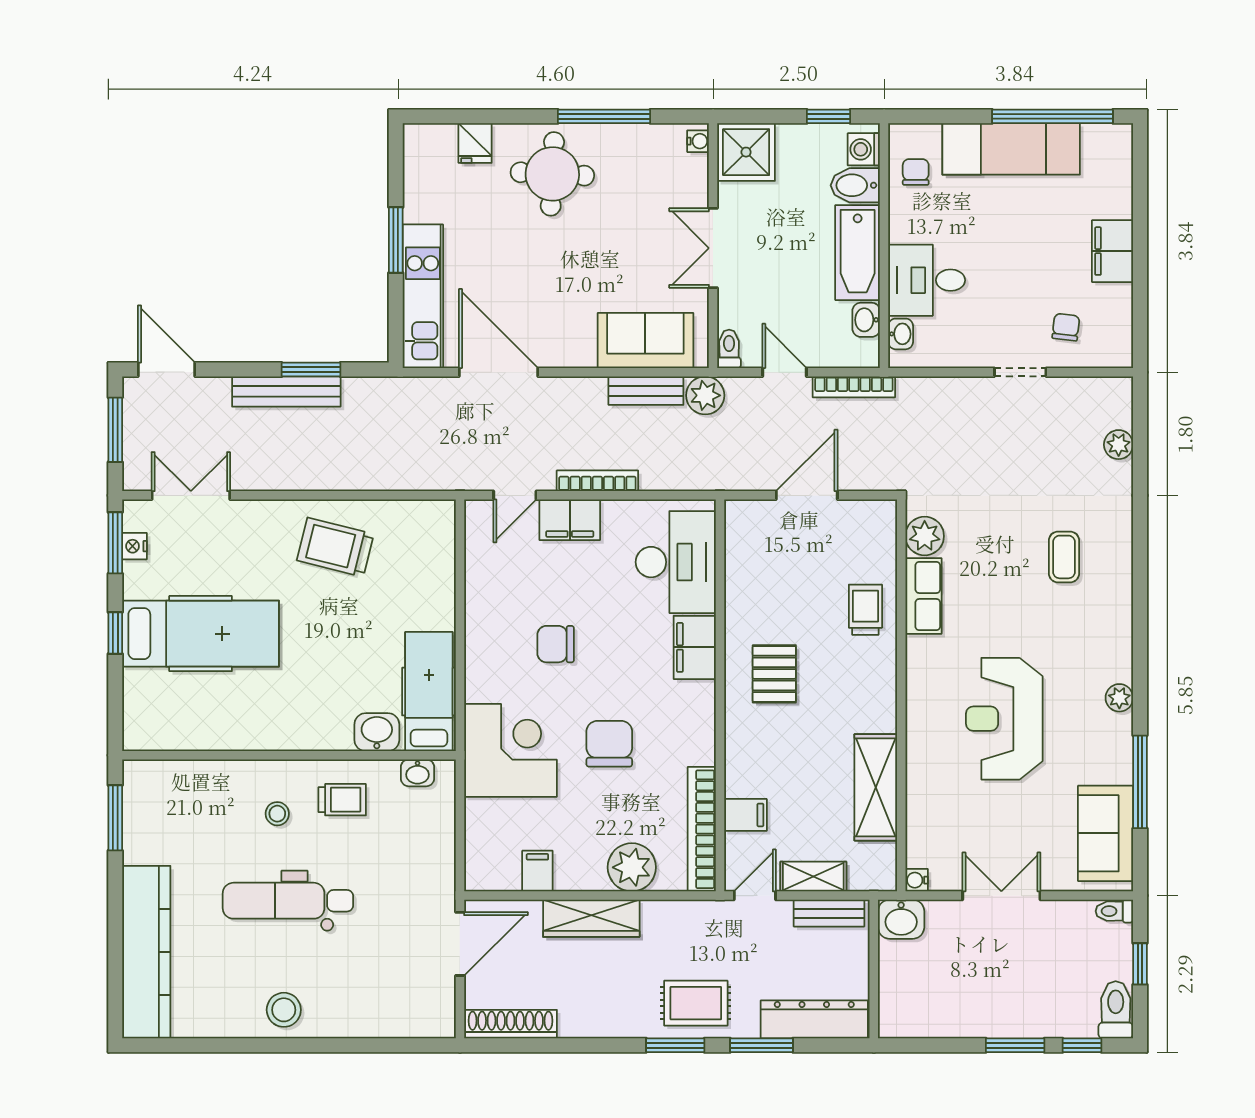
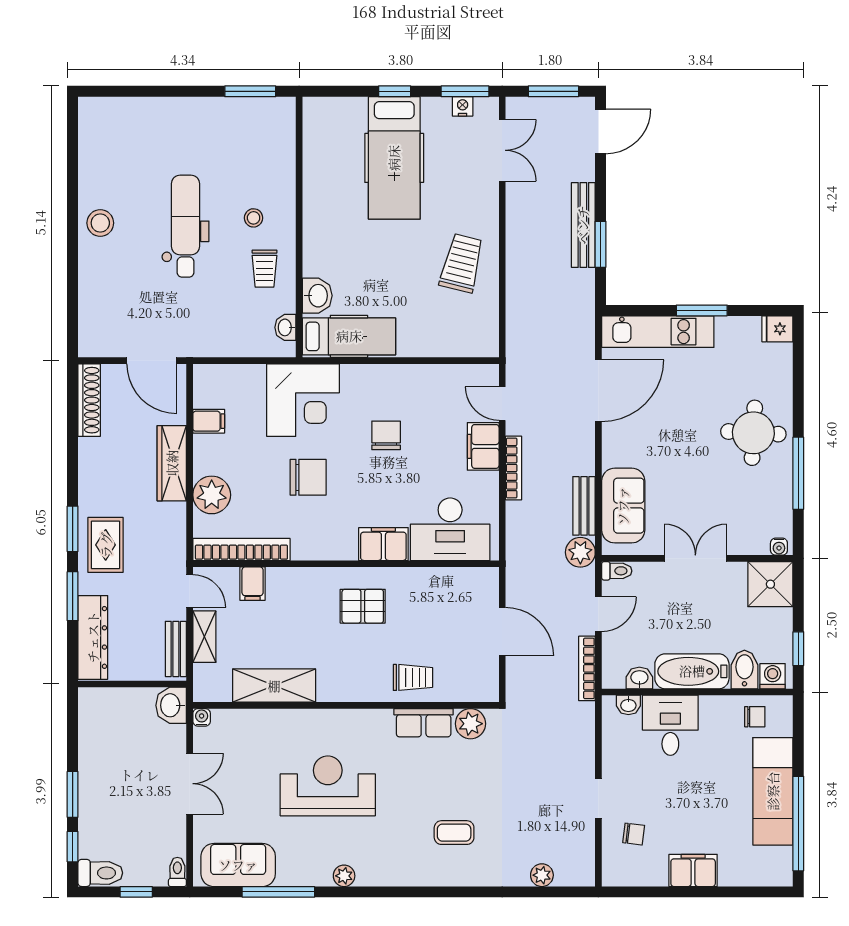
fridge: (475, 143) -> (777, 329), moved
kitchen counter: (146, 952) -> (145, 116), removed

